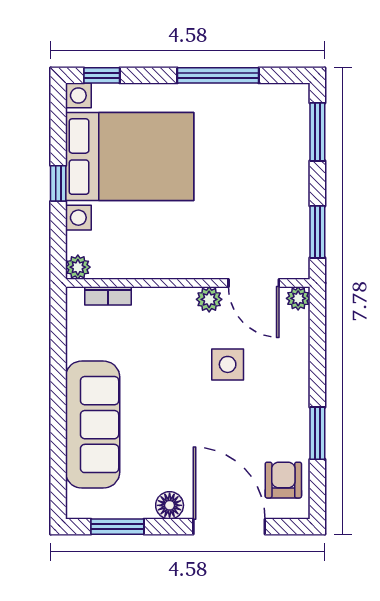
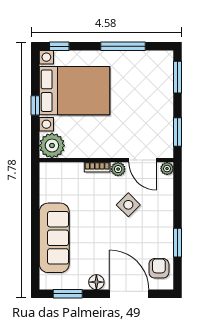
plant: (78, 267) -> (52, 146), width x1.88, depth x1.88
bookcase: (108, 296) -> (97, 167), moved
side table: (228, 364) -> (128, 205), turned 45

